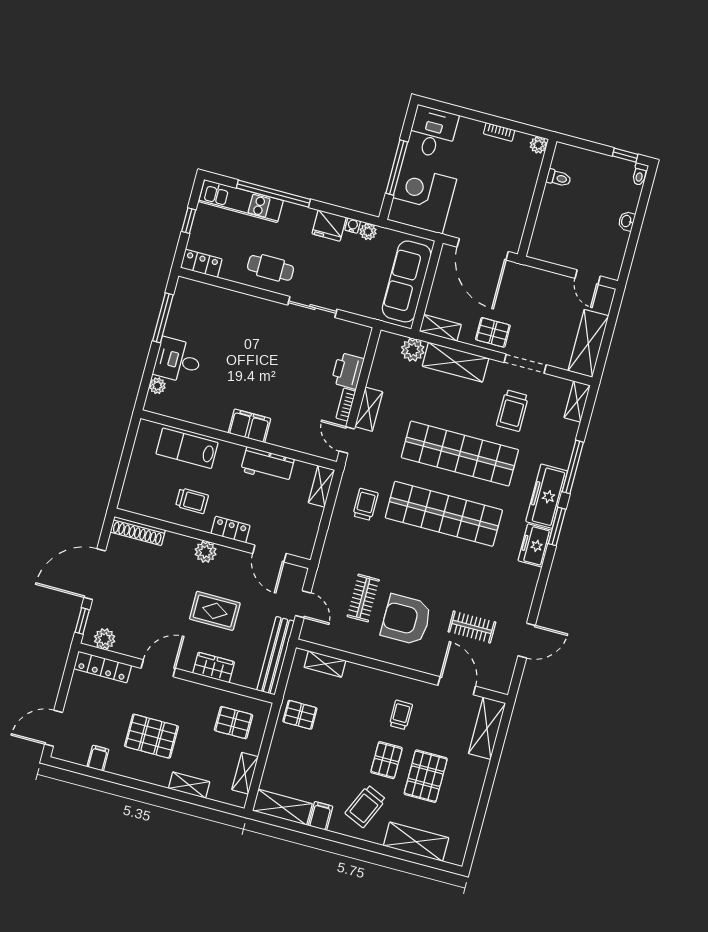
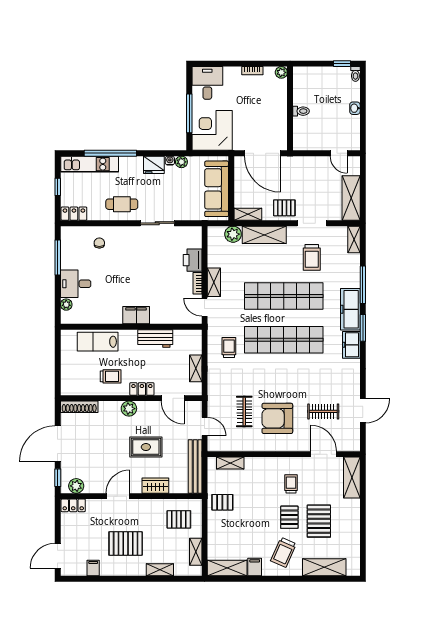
toilet: (559, 178) -> (301, 111), moved
chair: (225, 313) -> (99, 243), added
shelving: (321, 486) -> (196, 368), moved
locker: (103, 667) -> (73, 505), width x0.66

